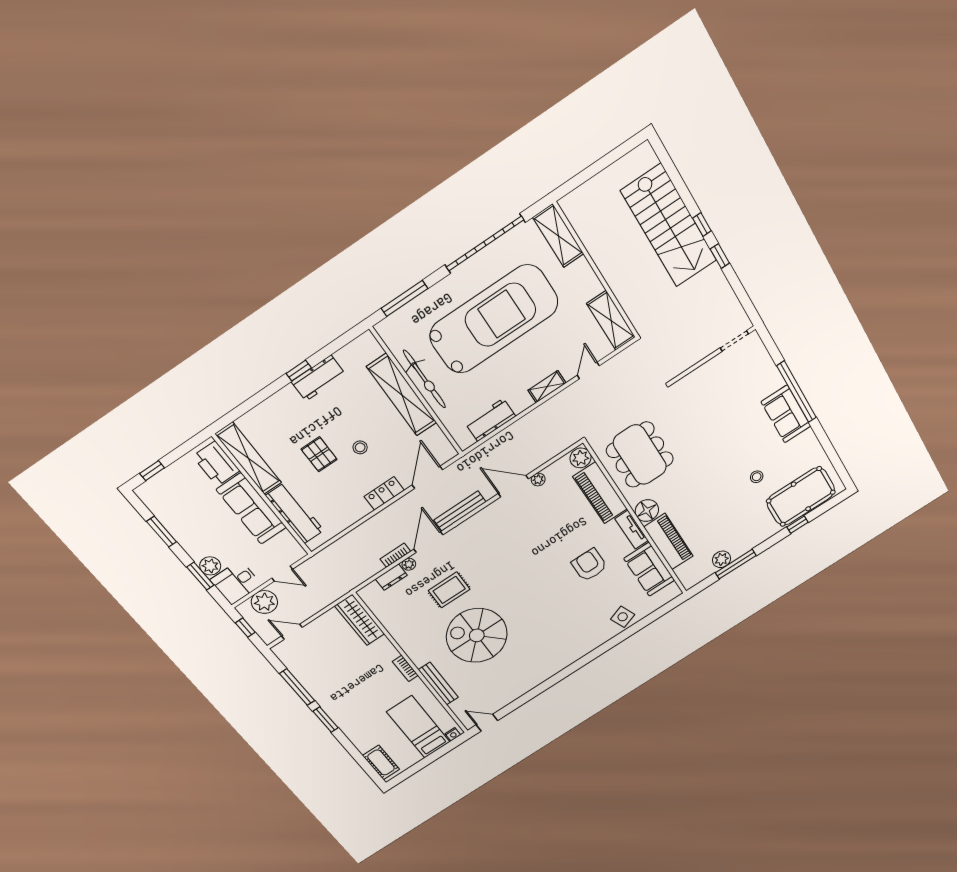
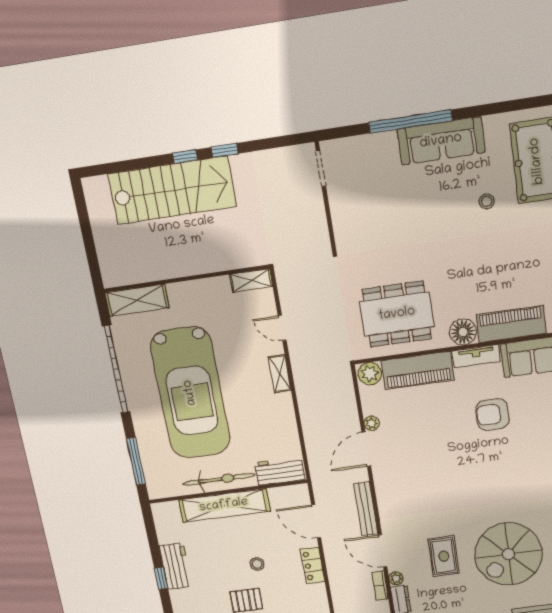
car: (494, 319) -> (190, 393), turned 180
shelving: (611, 320) -> (251, 280), width x0.67, depth x0.75
sofa: (786, 414) -> (441, 141), width x1.36
workbench: (490, 420) -> (280, 471), moved, turned 90

